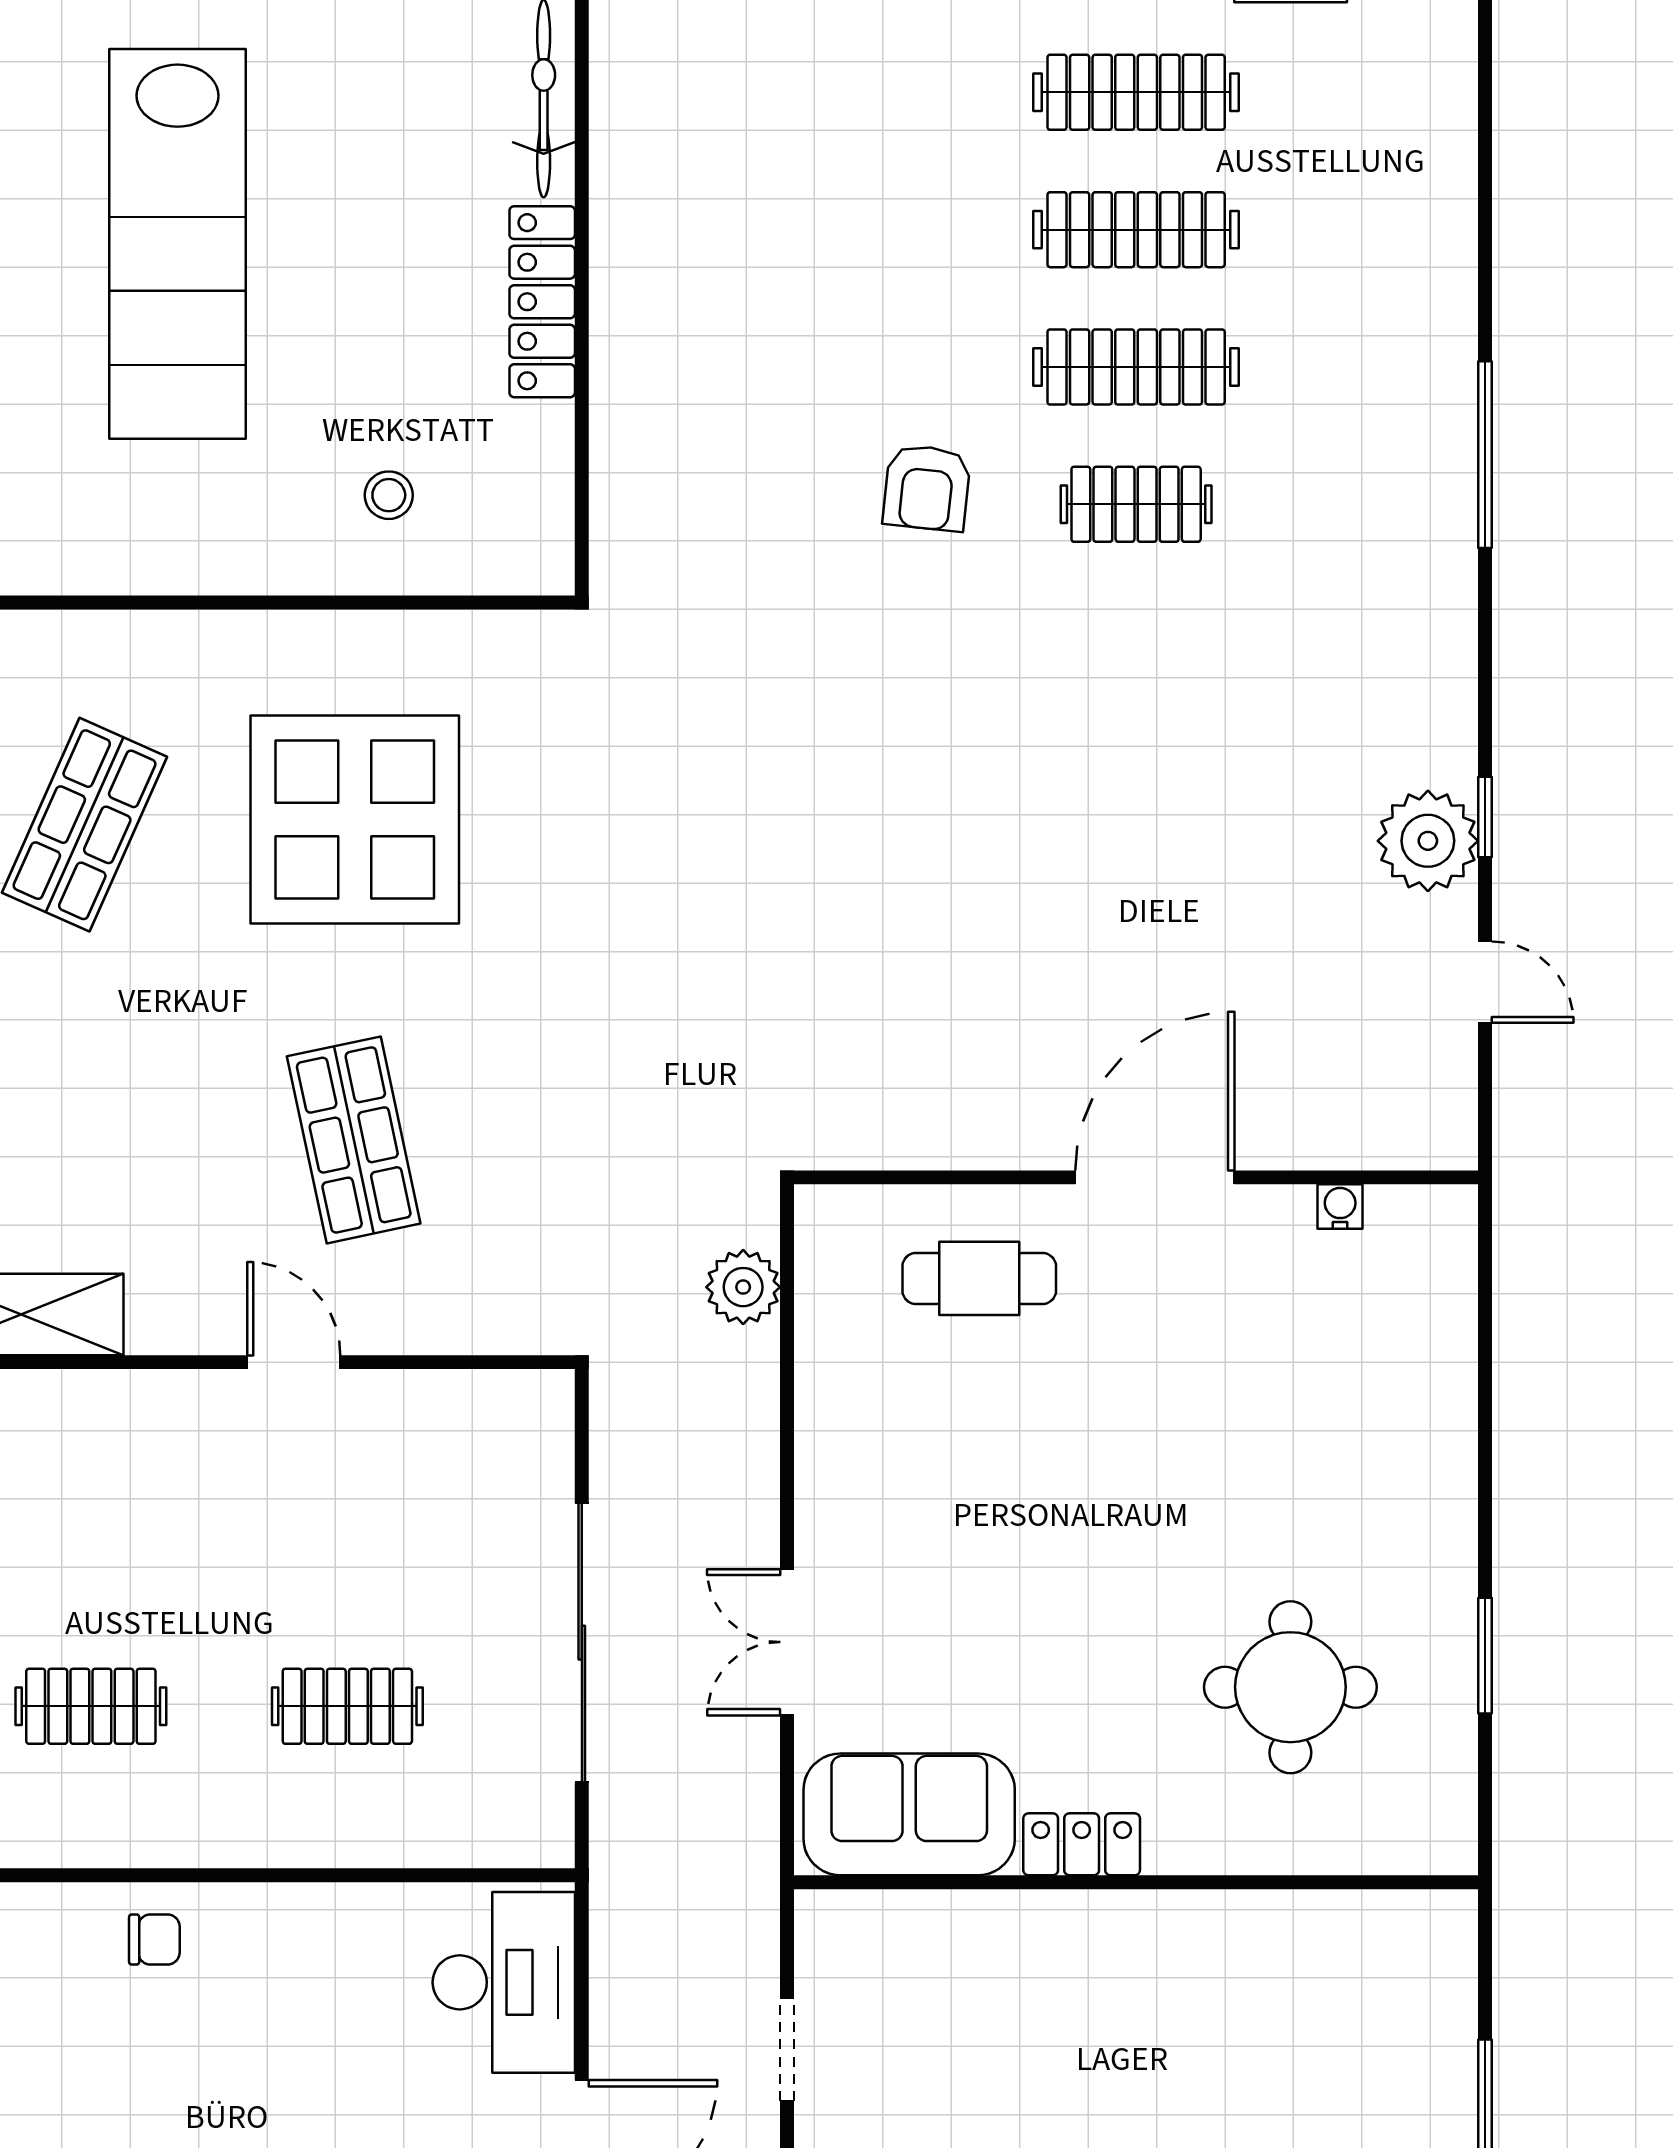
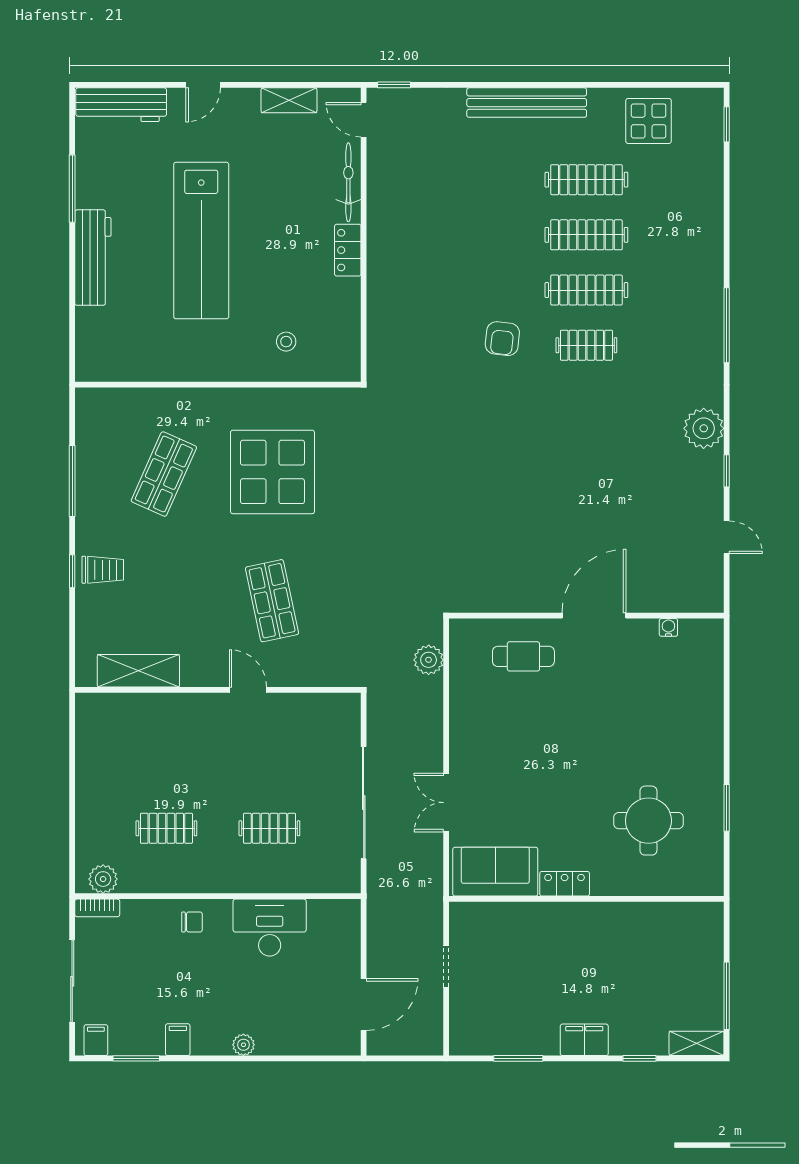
locker: (542, 302) -> (348, 250), width x0.66
plant: (1428, 841) -> (704, 428), moved
desk: (504, 1982) -> (270, 928), moved, turned -90

